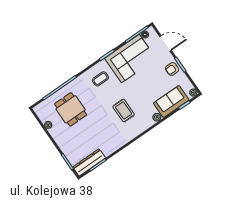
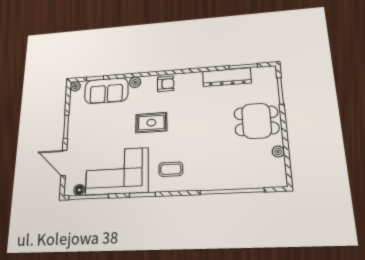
armchair: (172, 69) -> (166, 84), moved
dining table: (71, 109) -> (256, 121), moved, turned 90
rug: (124, 111) -> (151, 123), moved, turned 90
dresser: (89, 162) -> (227, 77), moved

